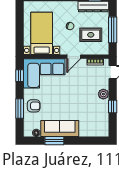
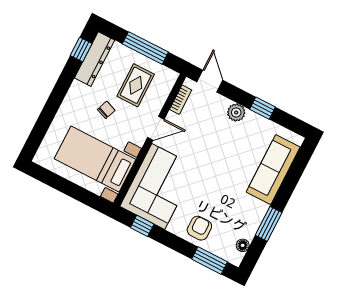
door: (74, 57) -> (156, 128), hinge flipped
window: (20, 109) -> (210, 260), moved
sofa: (60, 129) -> (273, 170), moved

